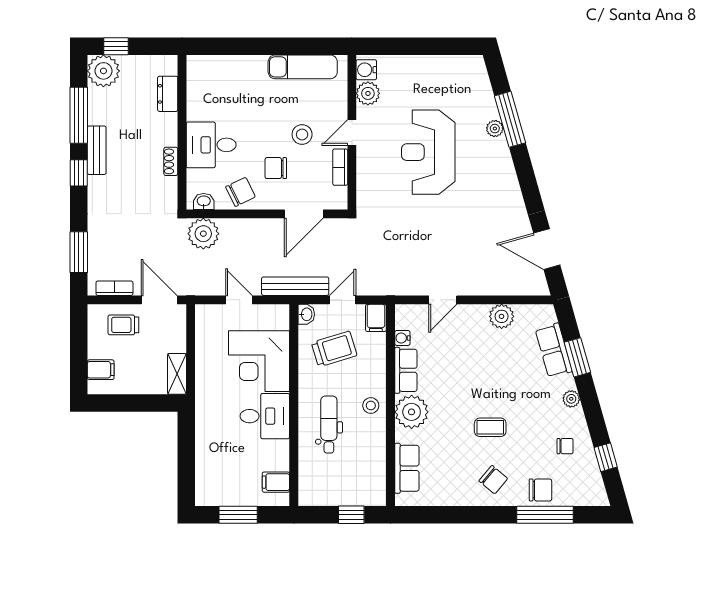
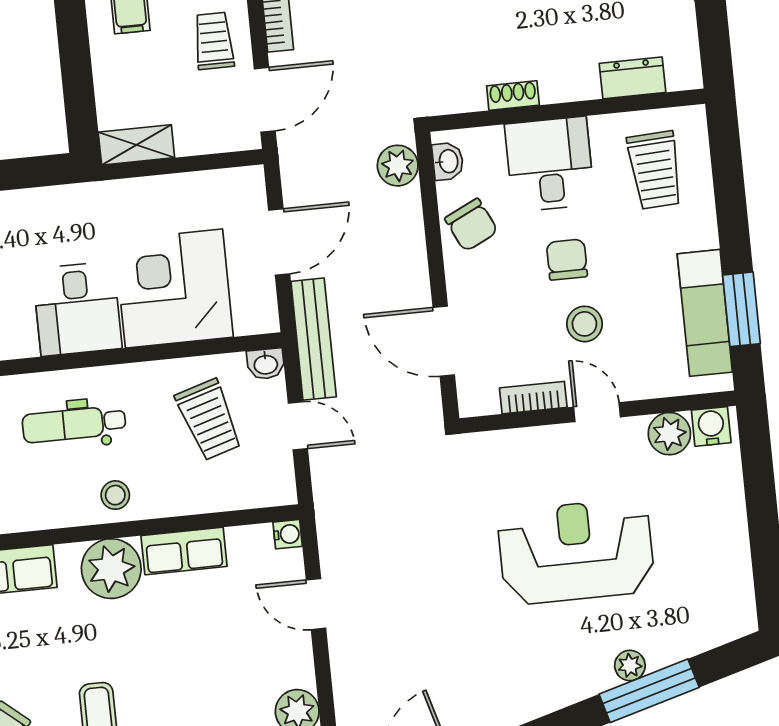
window: (303, 46) -> (742, 309), added
trolley: (220, 87) -> (655, 170), added
chair: (276, 168) -> (567, 260), moved
plant: (203, 234) -> (398, 166), width x0.73, depth x0.73
door: (239, 300) -> (279, 242), width x1.38
filing cabinet: (376, 318) -> (272, 488), removed
water cooler: (402, 338) -> (288, 534), moved, turned 90
dental chair: (329, 424) -> (74, 424), turned 180

